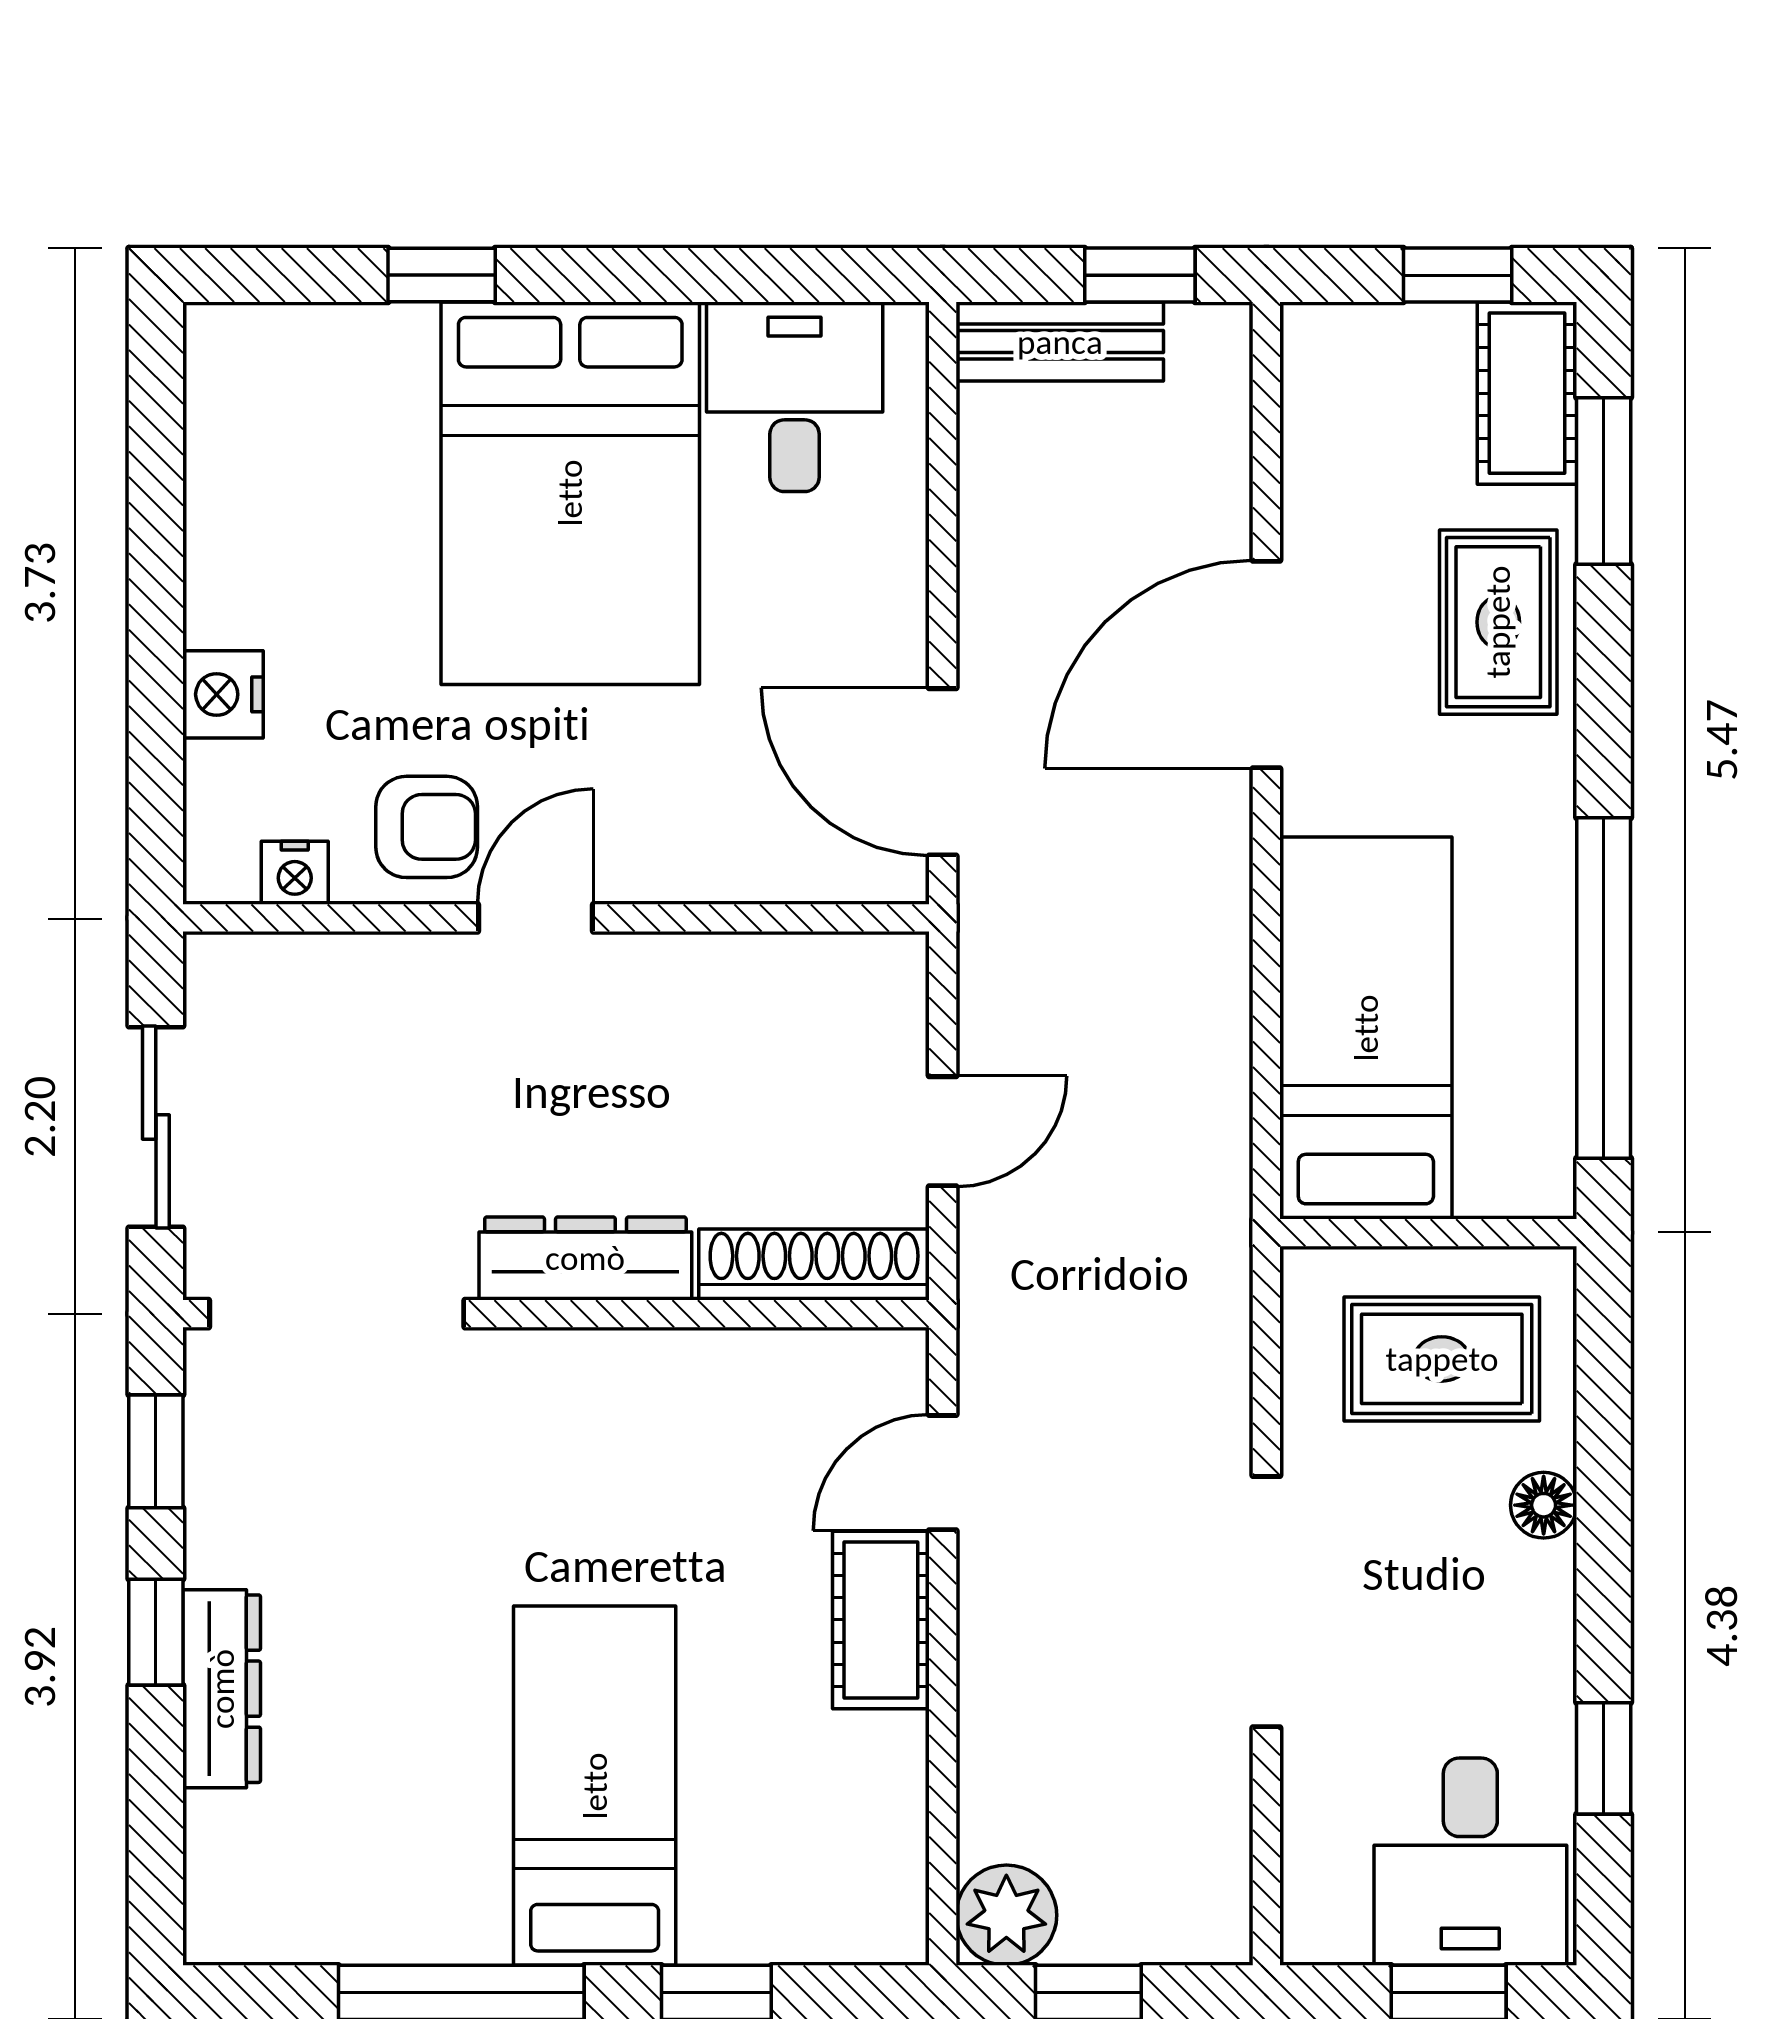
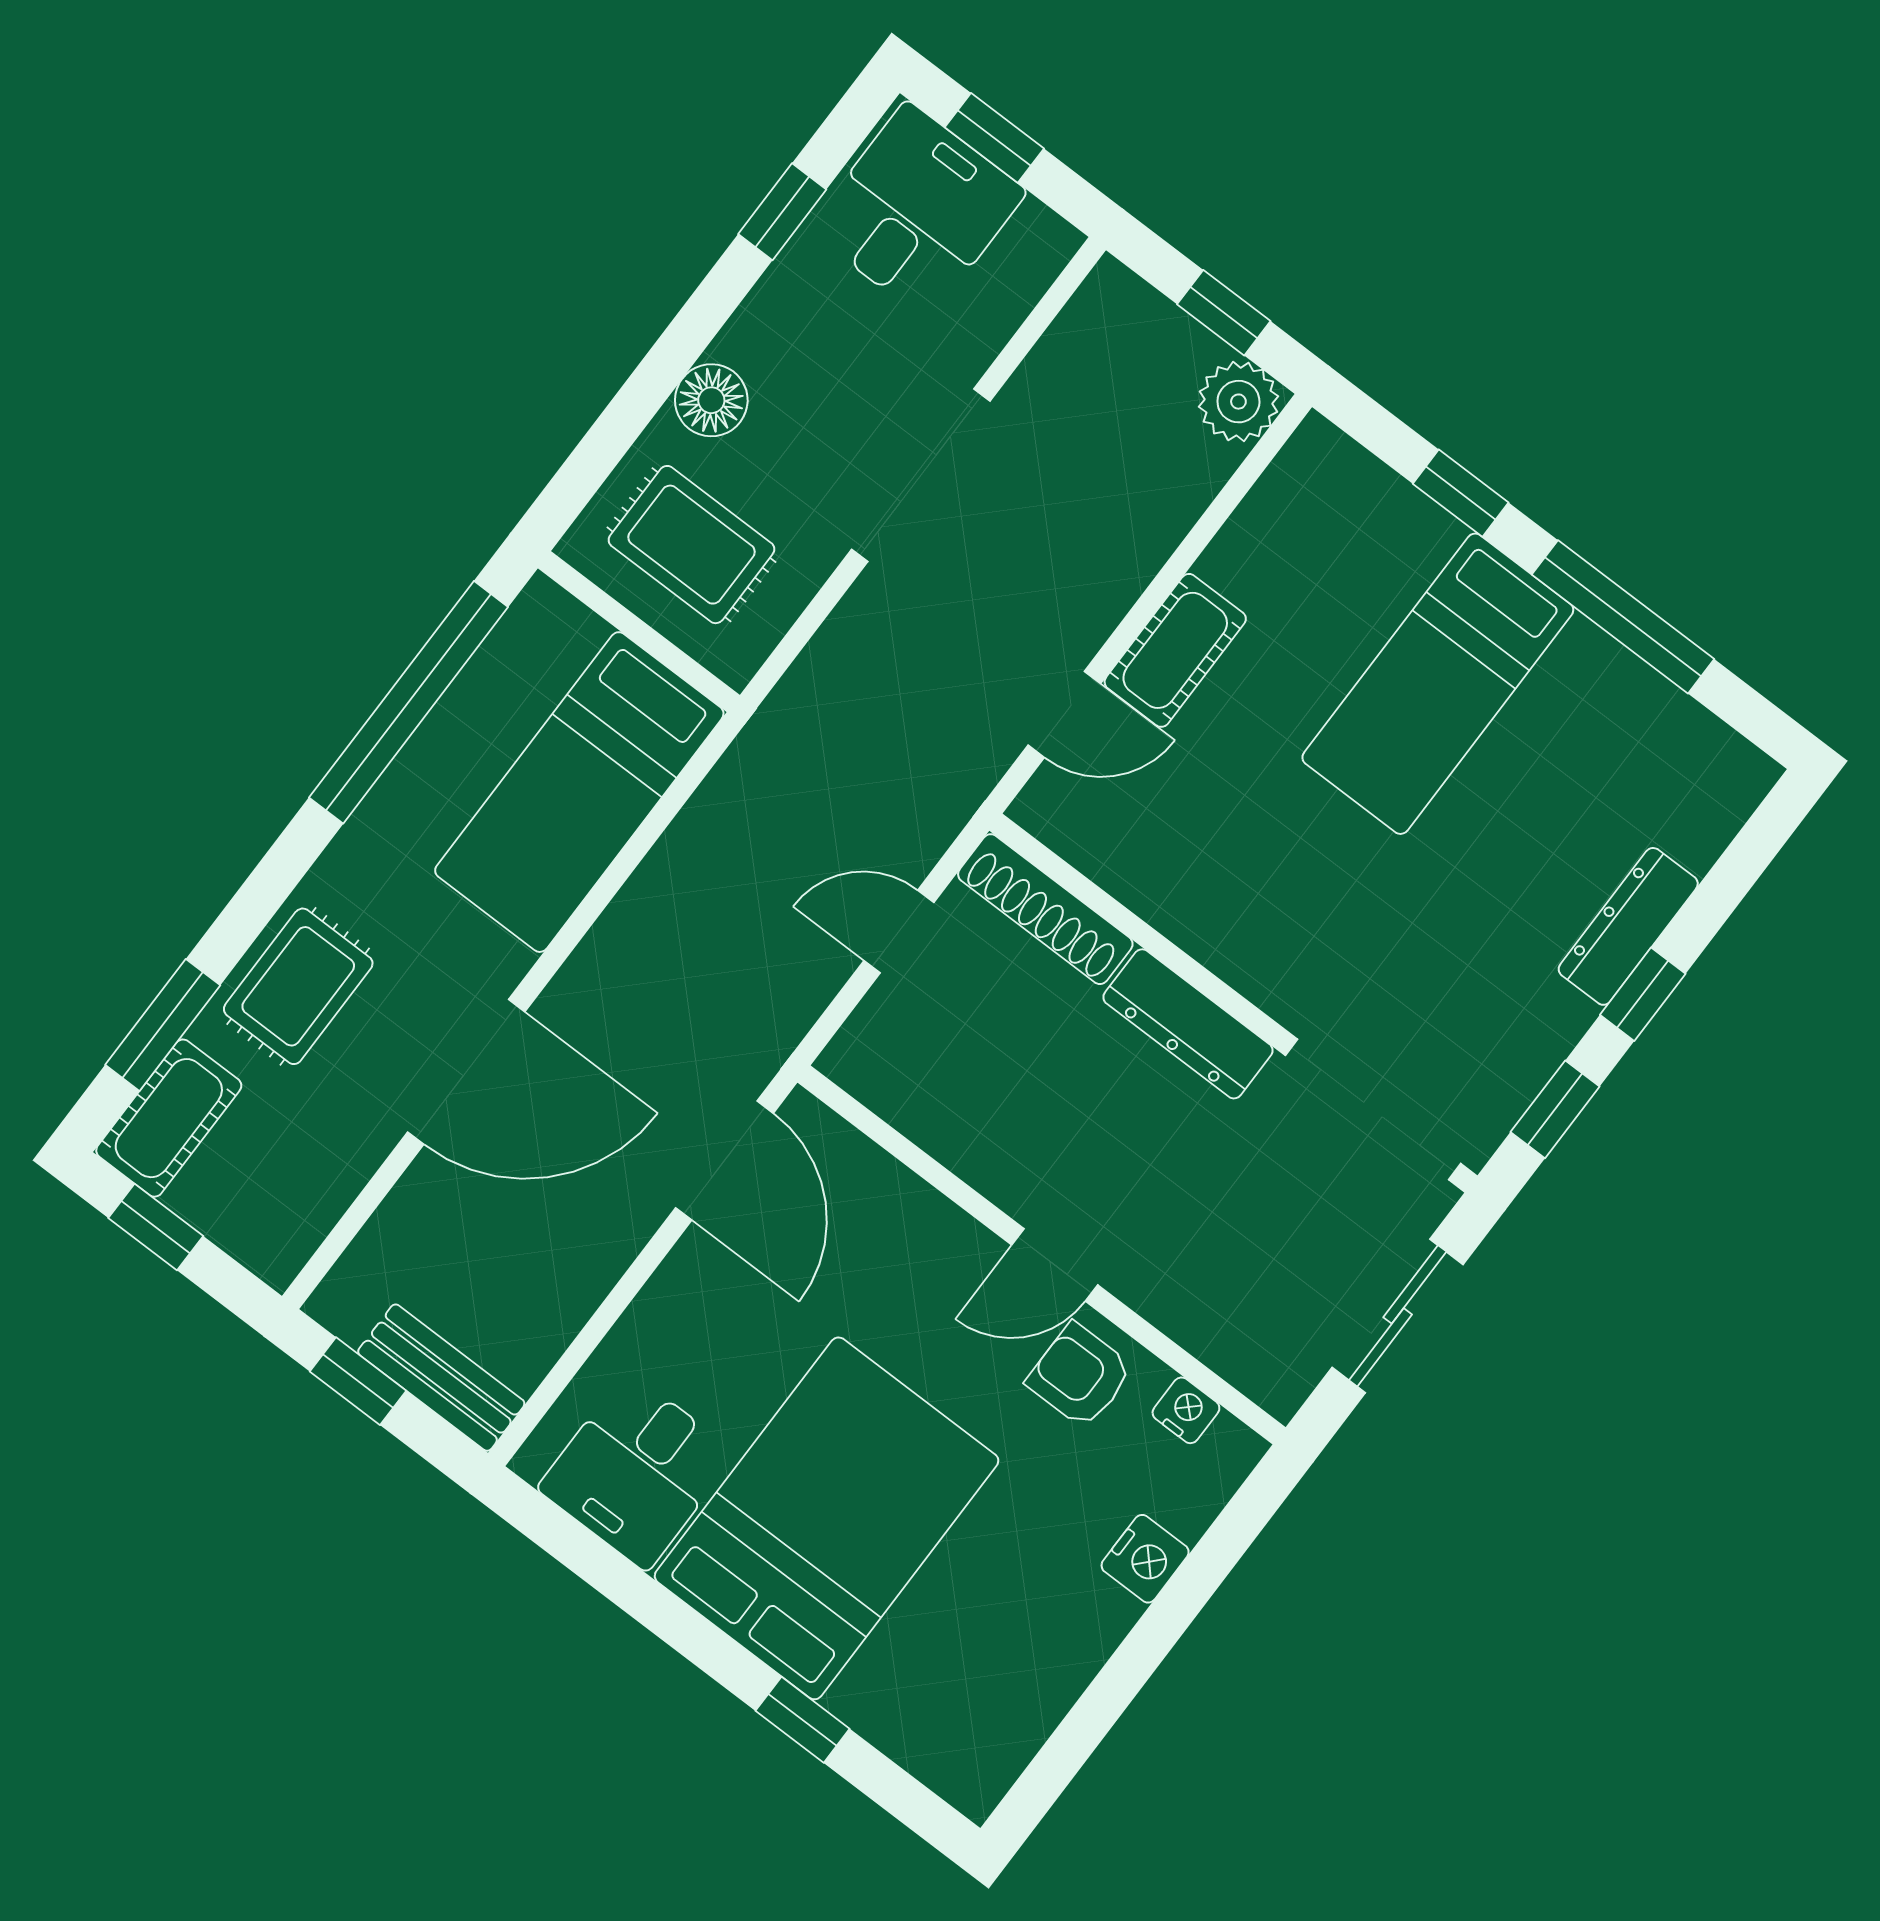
floor lamp: (1544, 1505) -> (711, 400), width x1.37, depth x1.37

